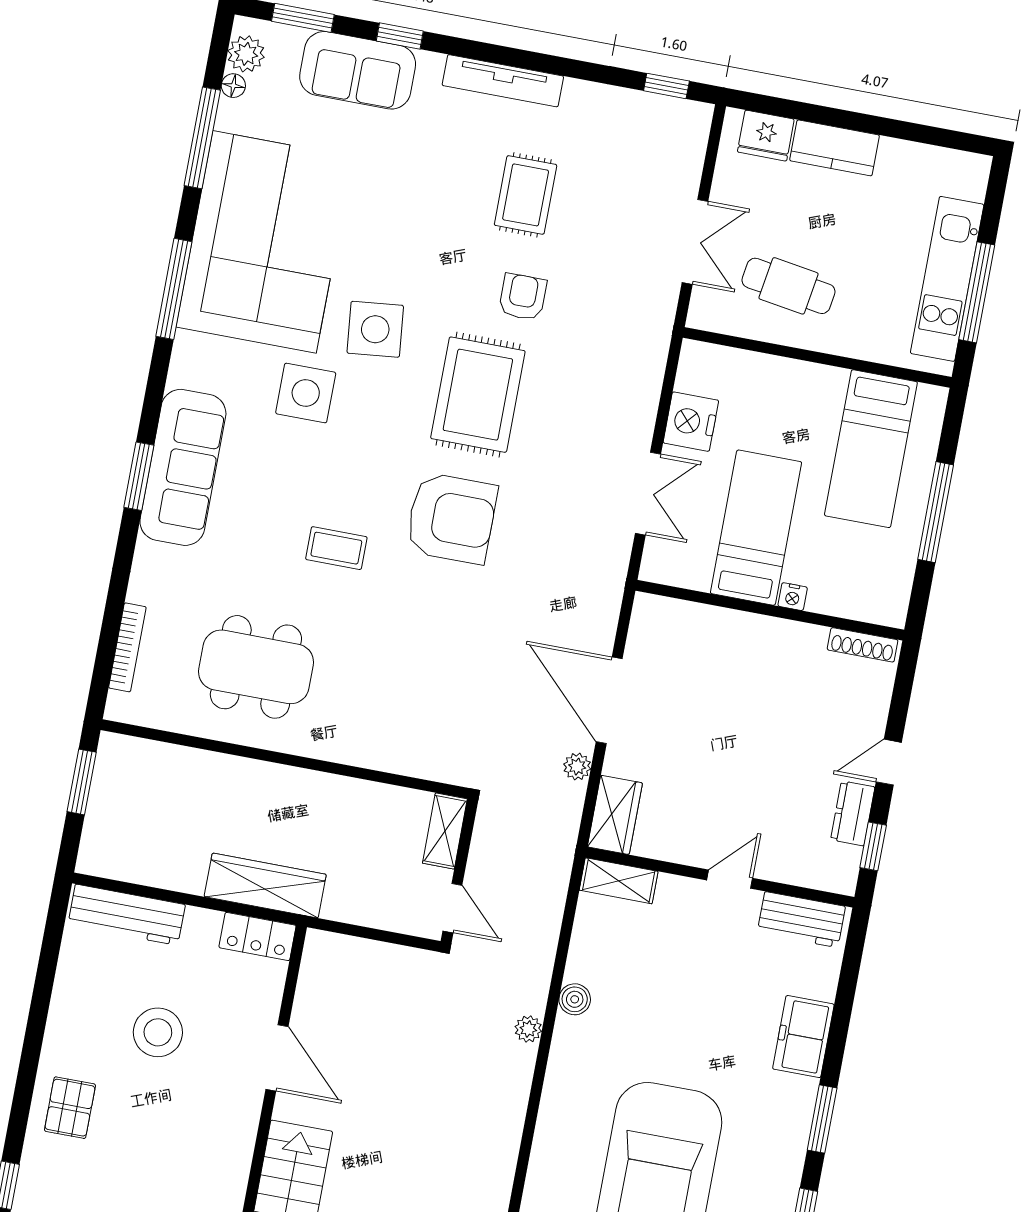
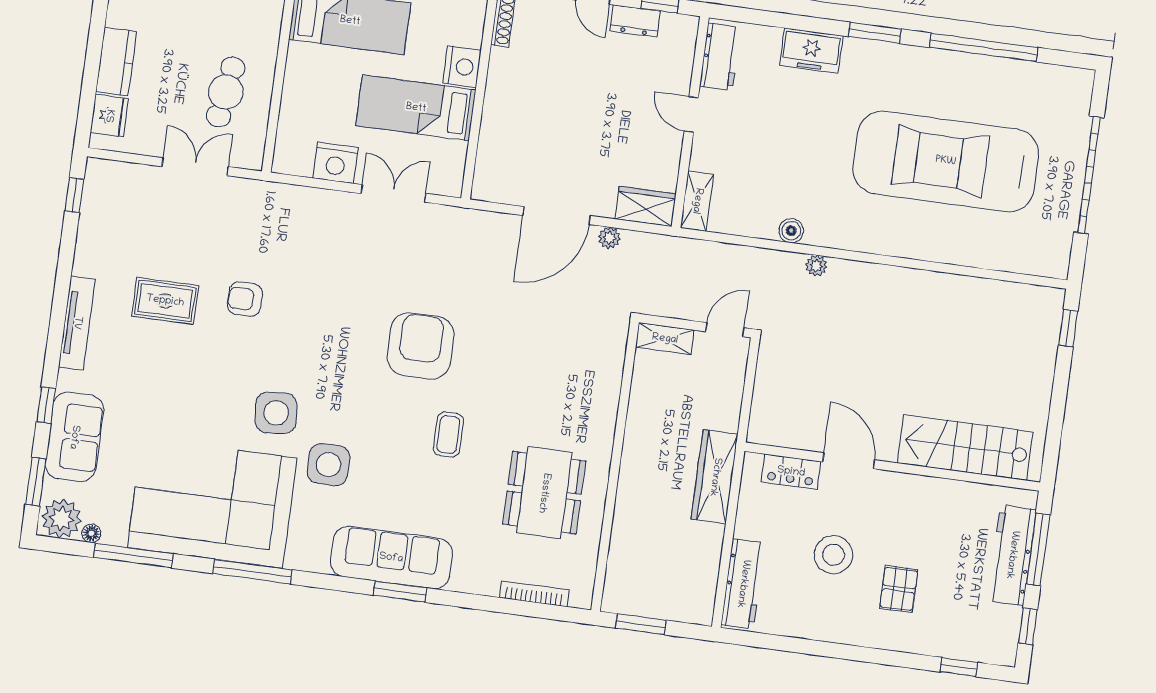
plant: (246, 54) -> (62, 519), width x1.36, depth x1.36
rug: (478, 395) -> (323, 330), removed
nightstand: (793, 597) -> (462, 67), width x1.89, depth x1.79
locker: (258, 936) -> (791, 472), moved, turned 90
door: (277, 1058) -> (849, 461), hinge flipped
pallet: (70, 1108) -> (899, 589), moved, turned 90

